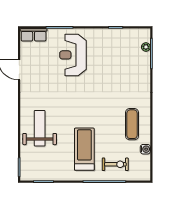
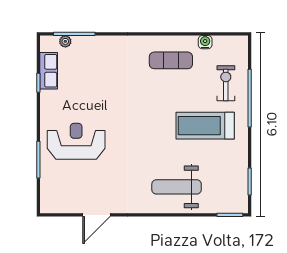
row of seats: (34, 35) -> (49, 71), moved
reception desk: (73, 55) -> (76, 141), turned 180

